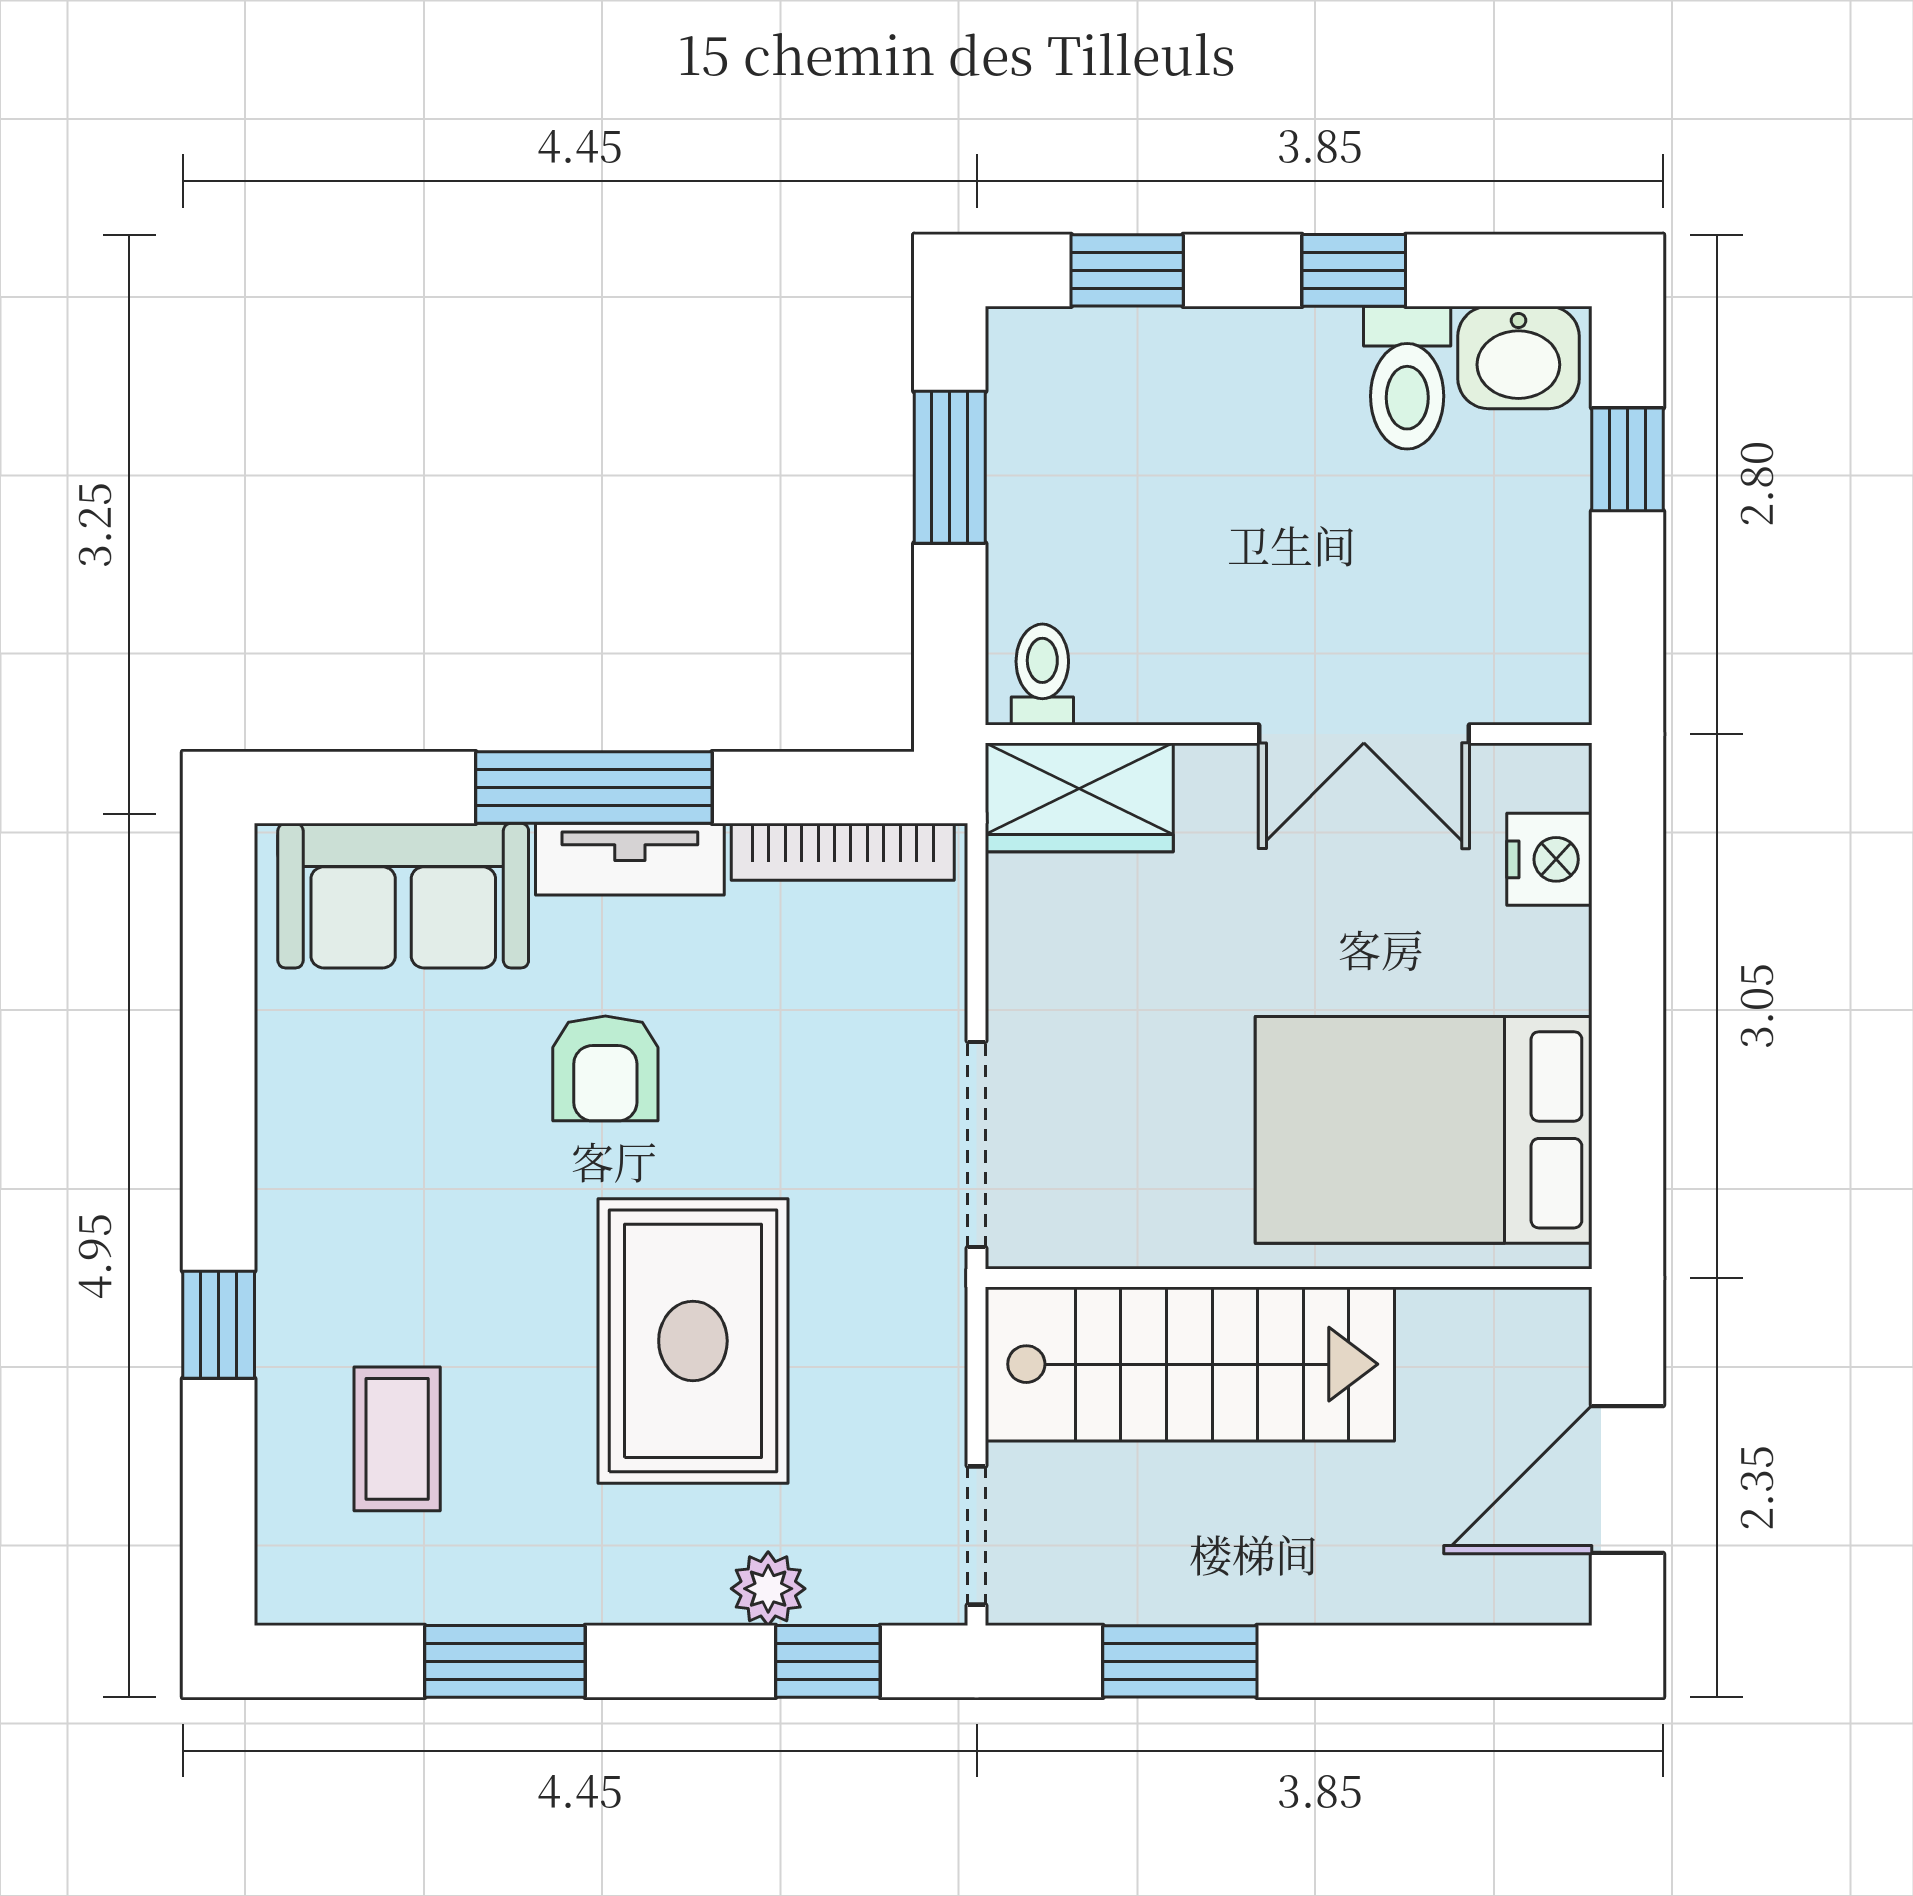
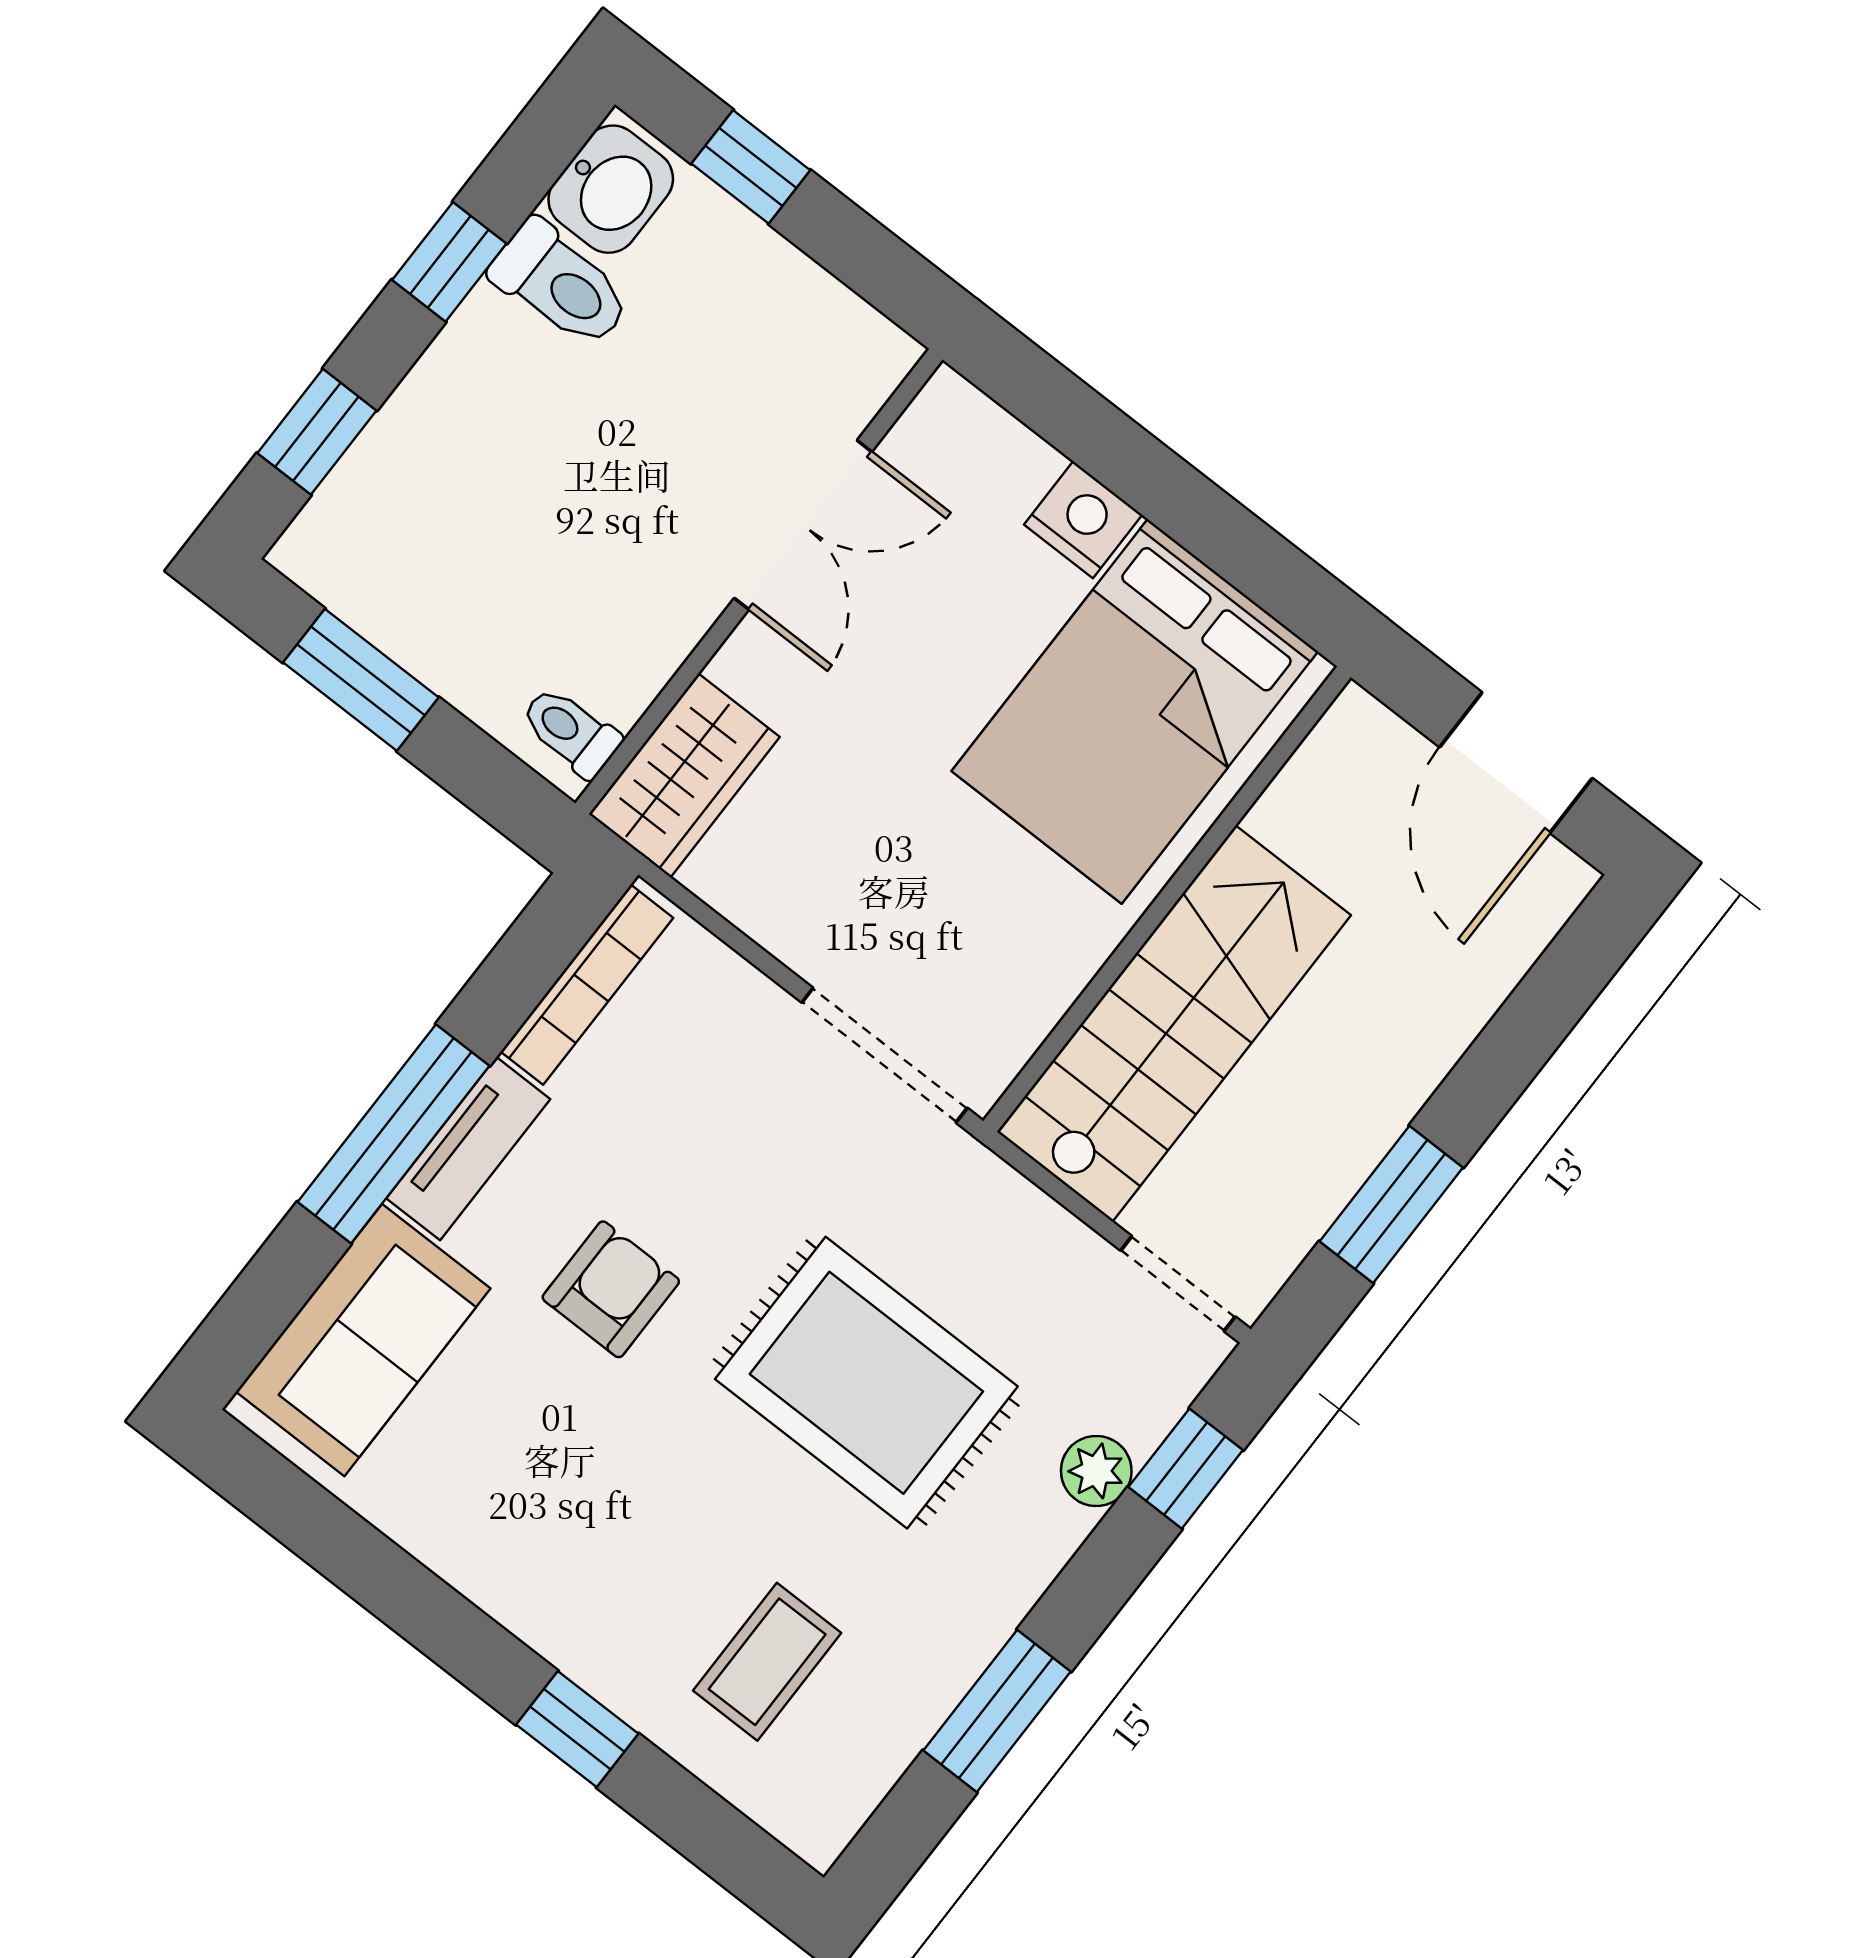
nightstand: (1549, 859) -> (1083, 520), moved
armchair: (605, 1068) -> (611, 1289), turned -90
coffee table: (397, 1439) -> (767, 1662), turned 90

